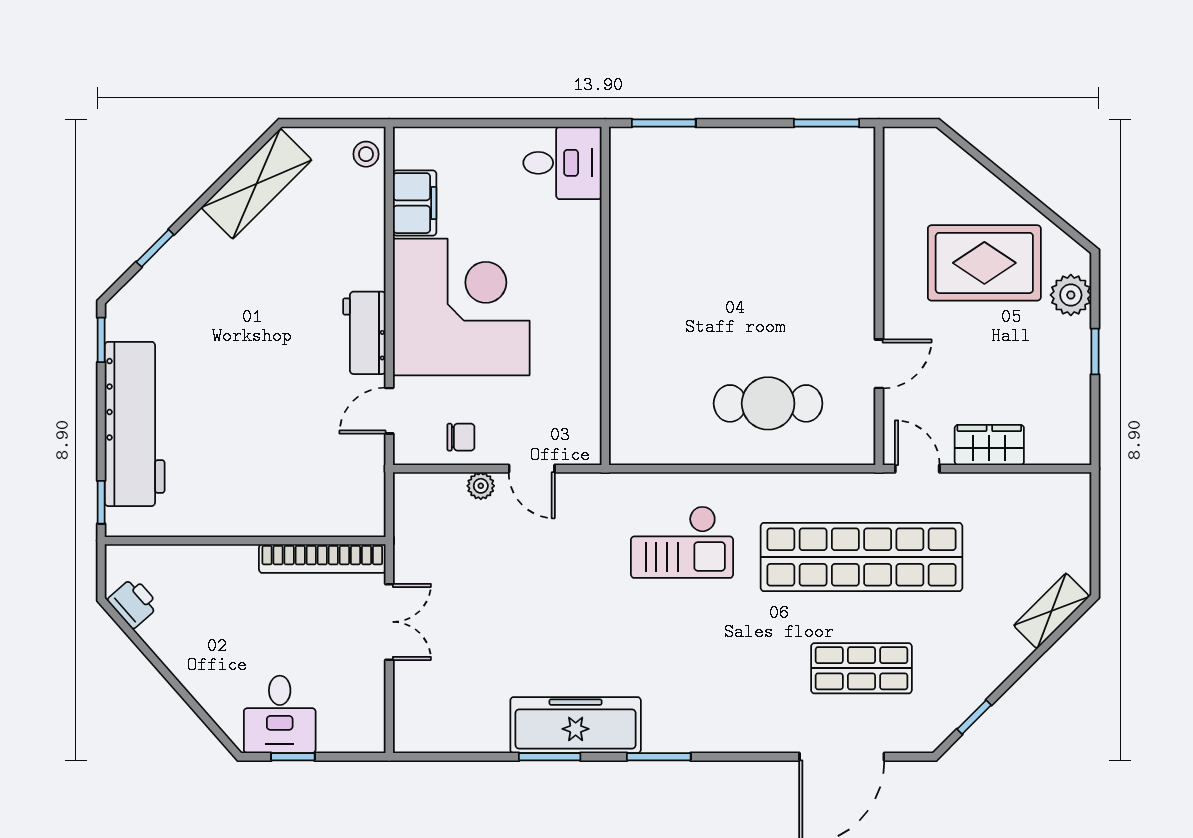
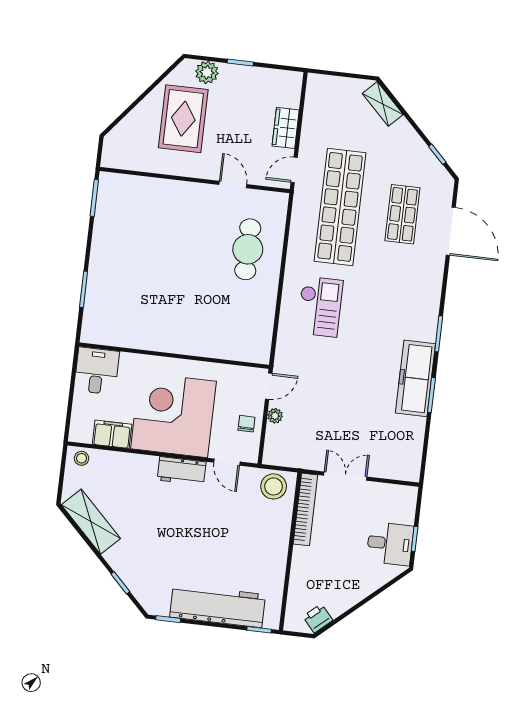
desk: (562, 163) -> (97, 371), moved
wall: (605, 296) -> (174, 356), moved
stool: (356, 498) -> (274, 486), added

